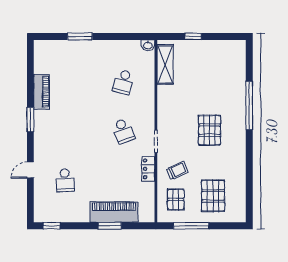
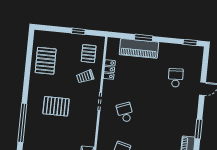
pallet: (210, 130) -> (56, 106), turned 90
locker: (148, 169) -> (109, 70), moved
pallet: (213, 196) -> (46, 61), moved
window: (191, 226) -> (78, 31), width x0.46

